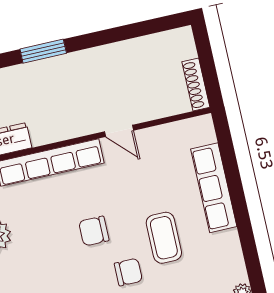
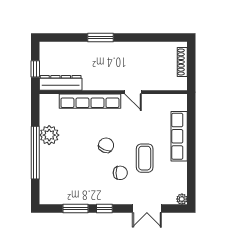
shoe rack: (196, 85) -> (182, 62), moved
chair: (94, 231) -> (106, 145), turned 113

